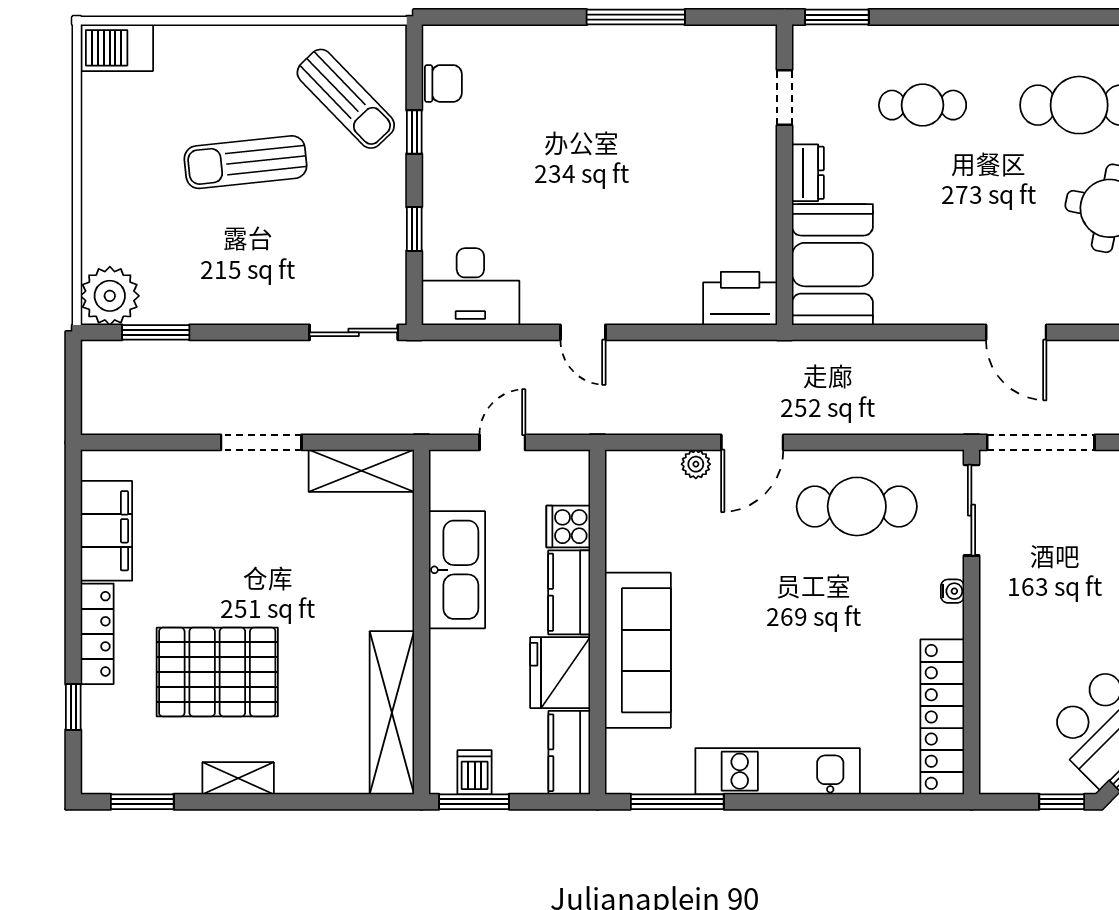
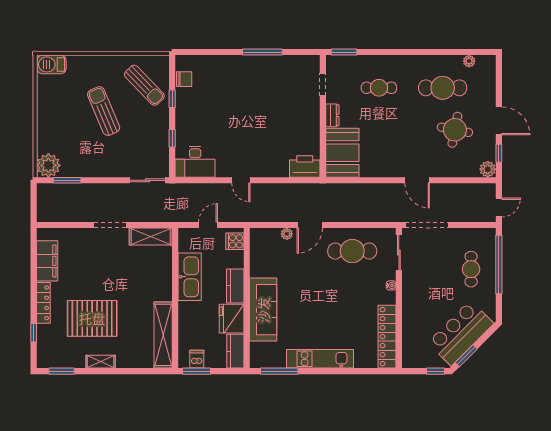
sun lounger: (246, 162) -> (104, 111), turned 73
cooker: (568, 527) -> (235, 241), moved

